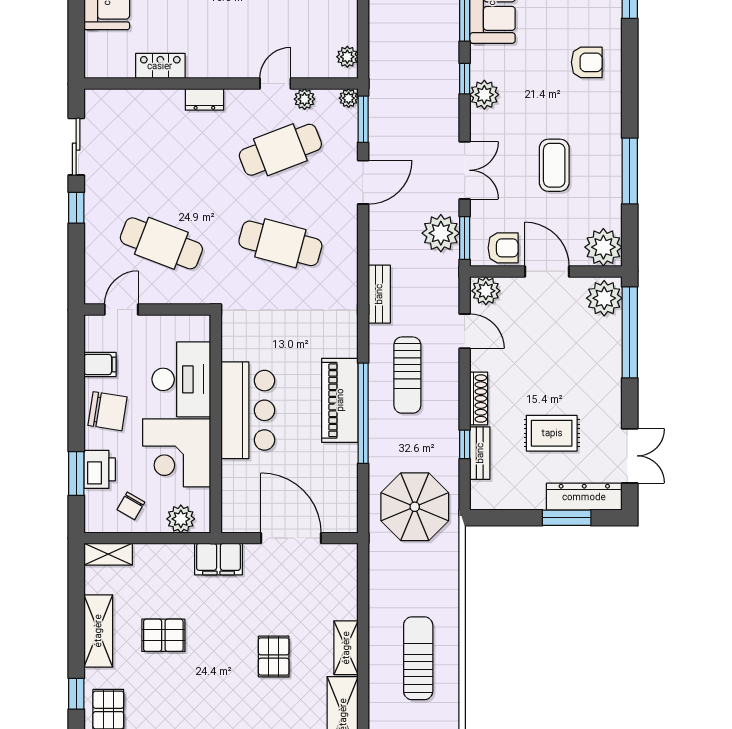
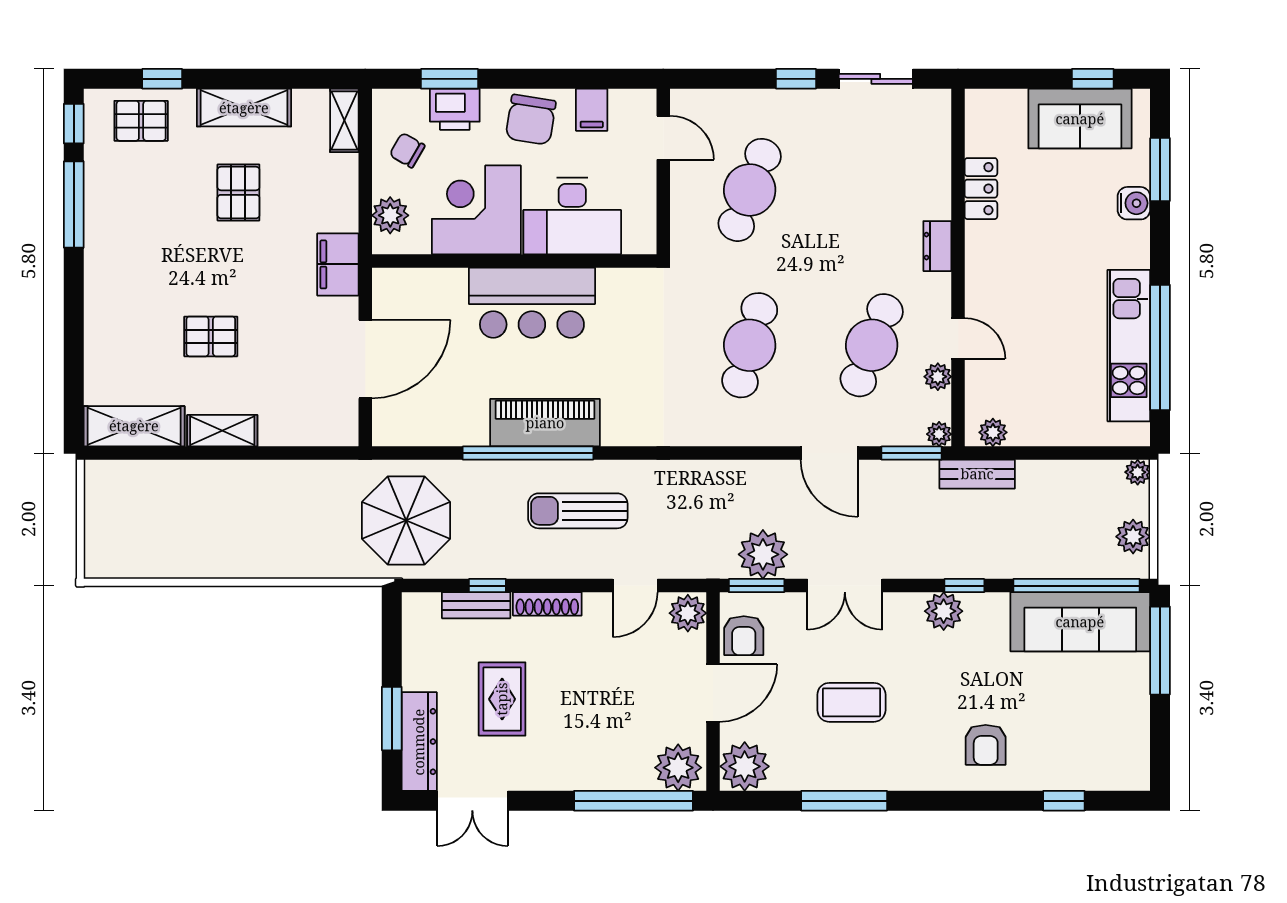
cafe table: (280, 150) -> (872, 345), turned 42
bench: (379, 294) -> (977, 474), moved
sun lounger: (418, 658) -> (209, 525), removed

